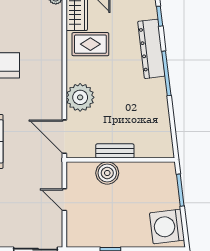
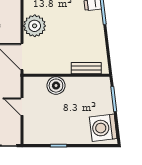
bench: (115, 151) -> (86, 68), moved

